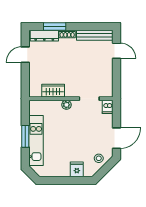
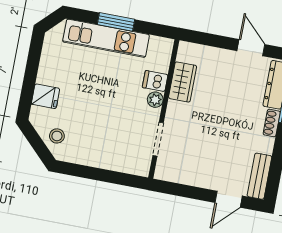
bench: (95, 35) -> (259, 176), width x0.73
dishwasher: (108, 107) -> (155, 81), moved
door: (117, 138) -> (85, 172), removed

